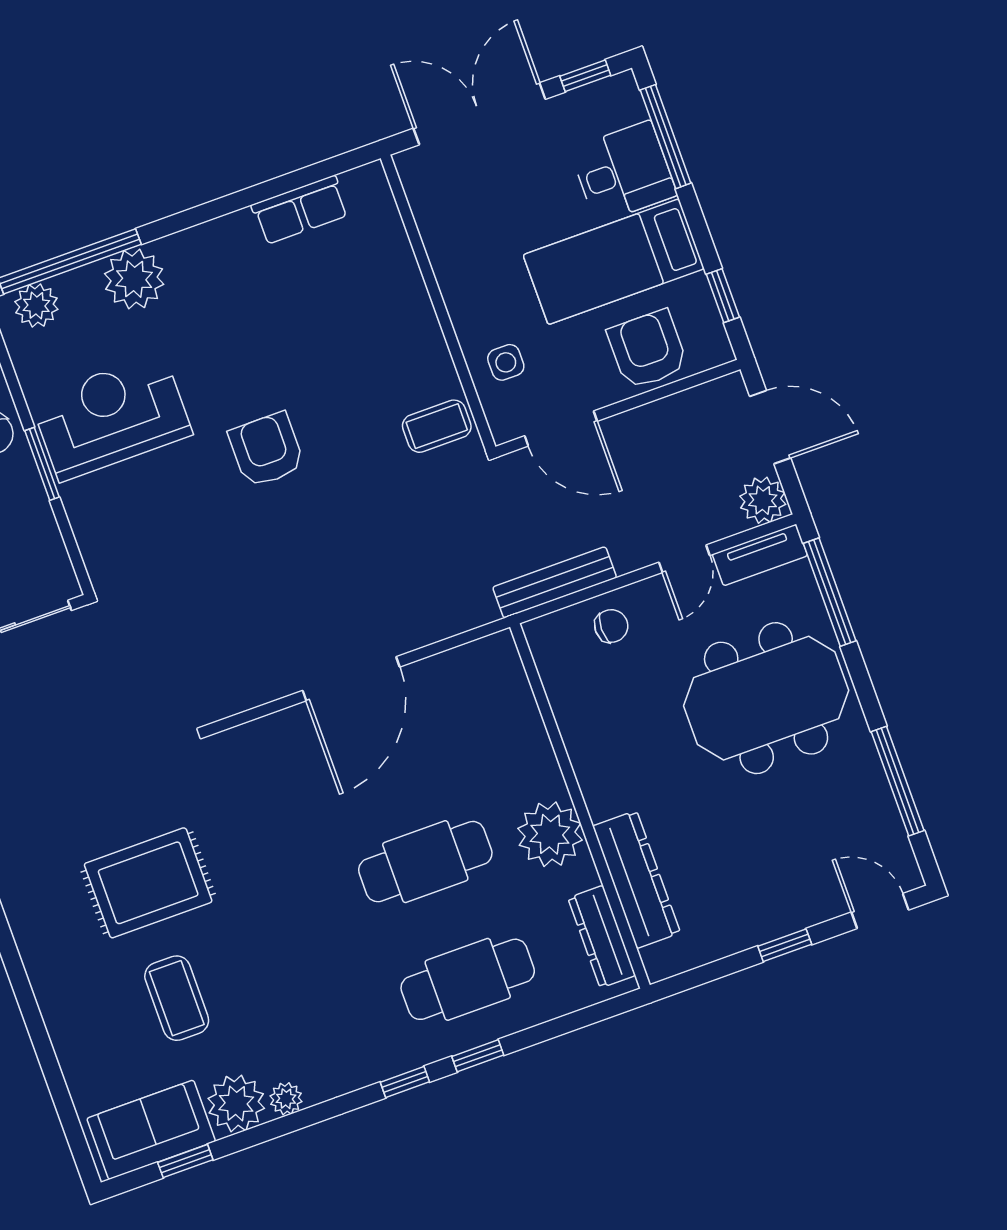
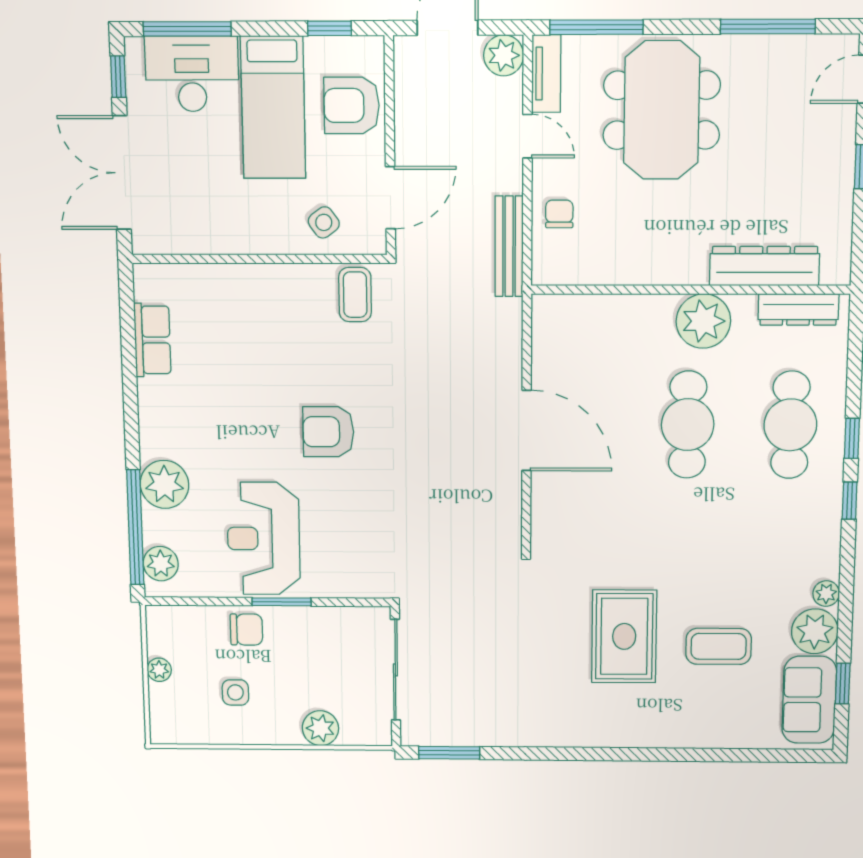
desk: (623, 172) -> (192, 74), width x1.37
side table: (506, 362) -> (324, 222), turned -36

